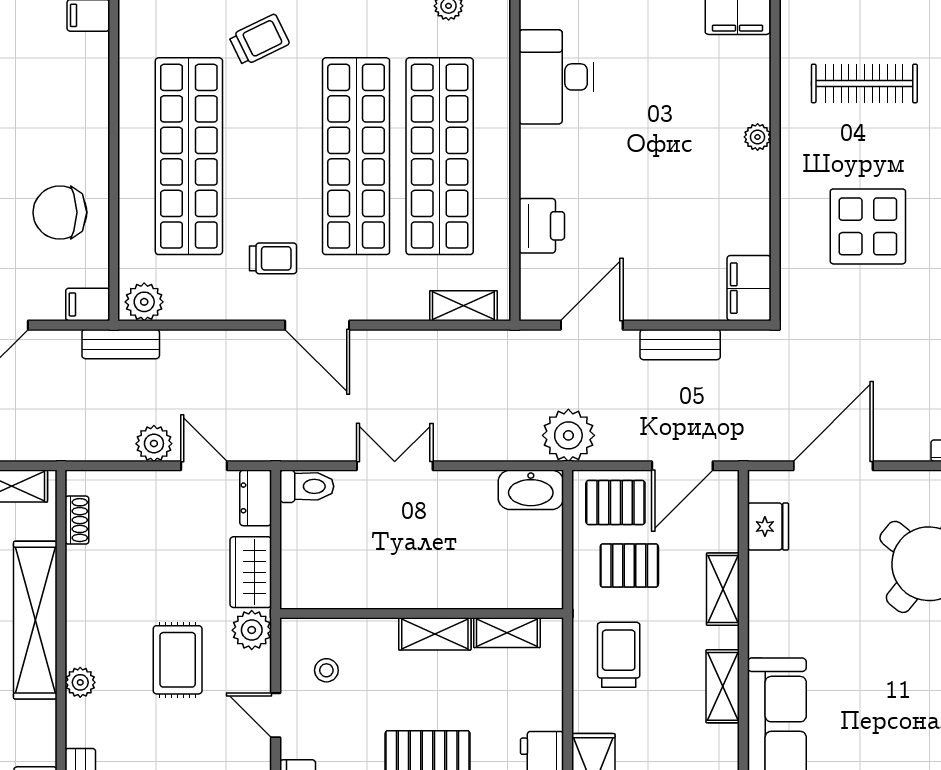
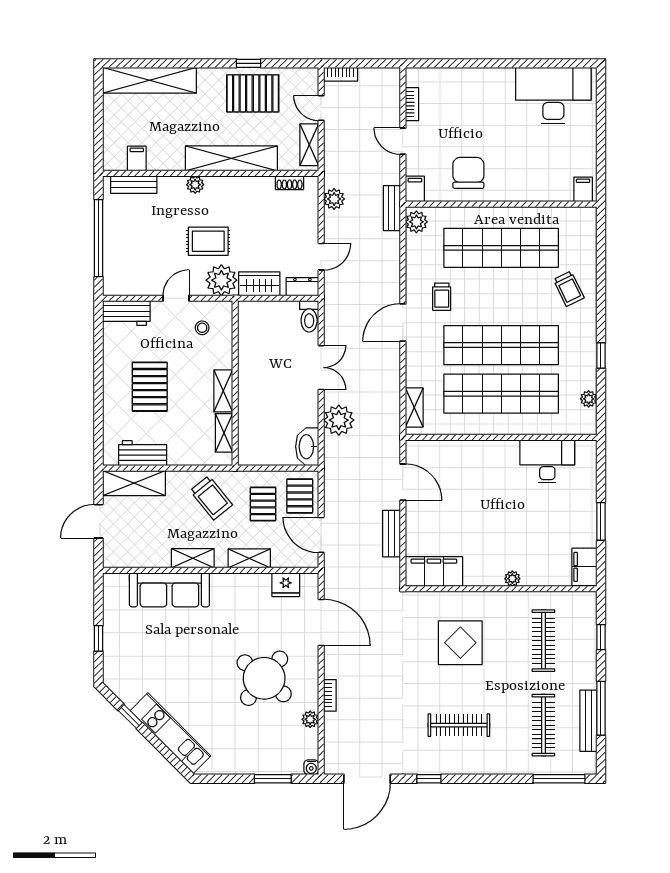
printer: (542, 226) -> (461, 453), removed
filing cabinet: (749, 288) -> (434, 572), width x1.50, depth x1.17
plant: (568, 435) -> (339, 420), moved
plant: (154, 444) -> (334, 199), moved
plant: (252, 630) -> (221, 280), width x1.36, depth x1.36
trolley: (619, 655) -> (211, 498), turned 51

